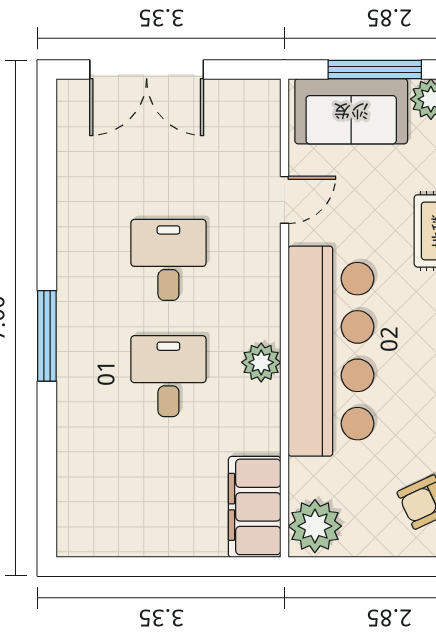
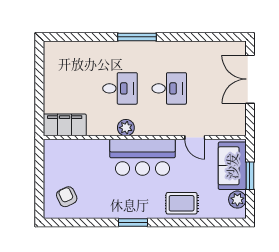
window: (375, 69) -> (250, 176), width x0.69
bar counter: (331, 351) -> (143, 157), width x0.73
plant: (315, 526) -> (57, 150), removed

